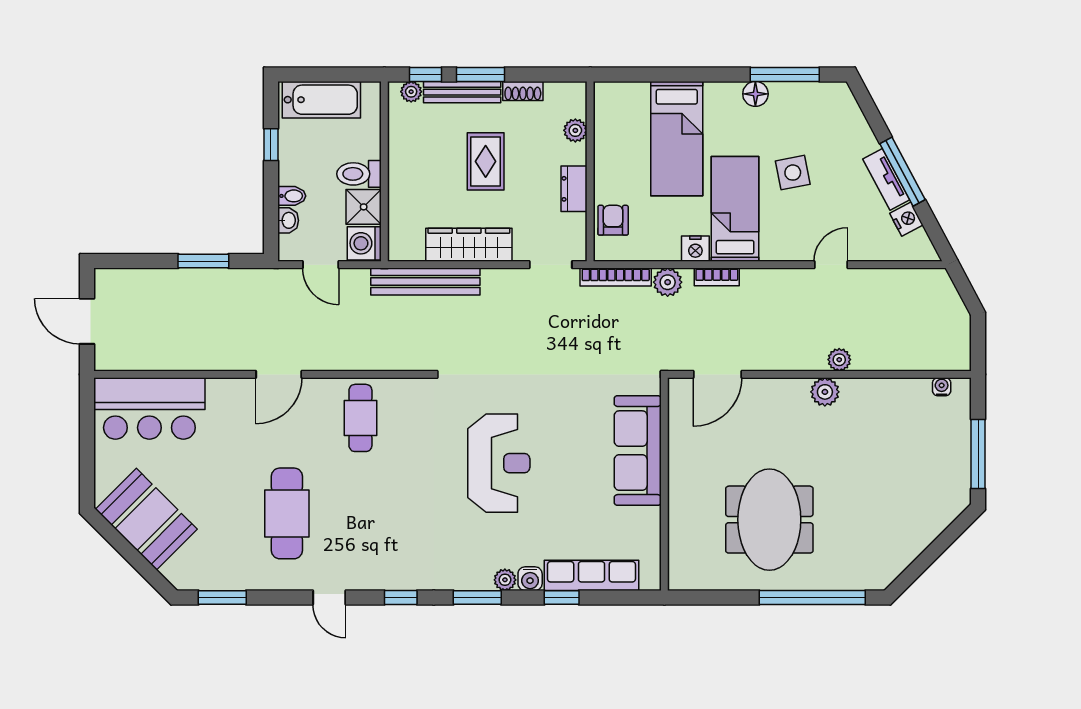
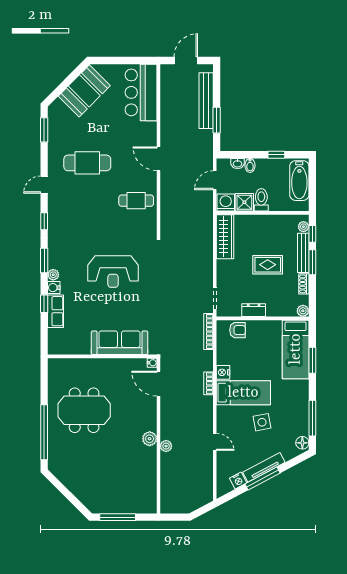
window: (672, 74) -> (312, 360), added
floor lamp: (755, 94) -> (302, 443), moved
plant: (575, 130) -> (303, 311), moved
bed: (677, 139) -> (296, 349), moved, turned -90
tv unit: (886, 179) -> (264, 467), width x1.41
wardrobe: (469, 245) -> (225, 237), moved
bench: (425, 282) -> (206, 101), moved
plant: (668, 282) -> (206, 358), removed
water cooler: (942, 387) -> (152, 363), moved
row of seats: (591, 575) -> (55, 311), width x0.68

